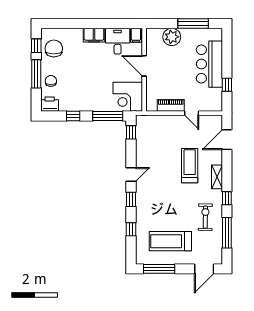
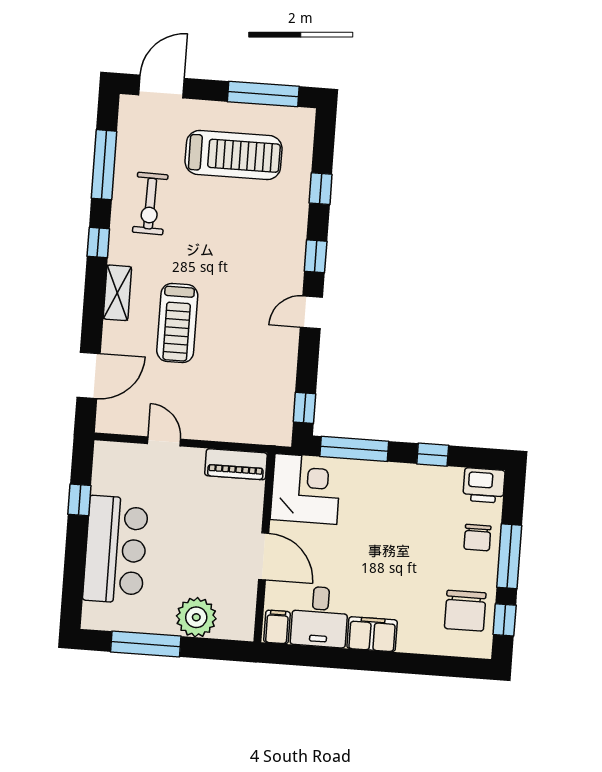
piano: (171, 105) -> (236, 464), moved

